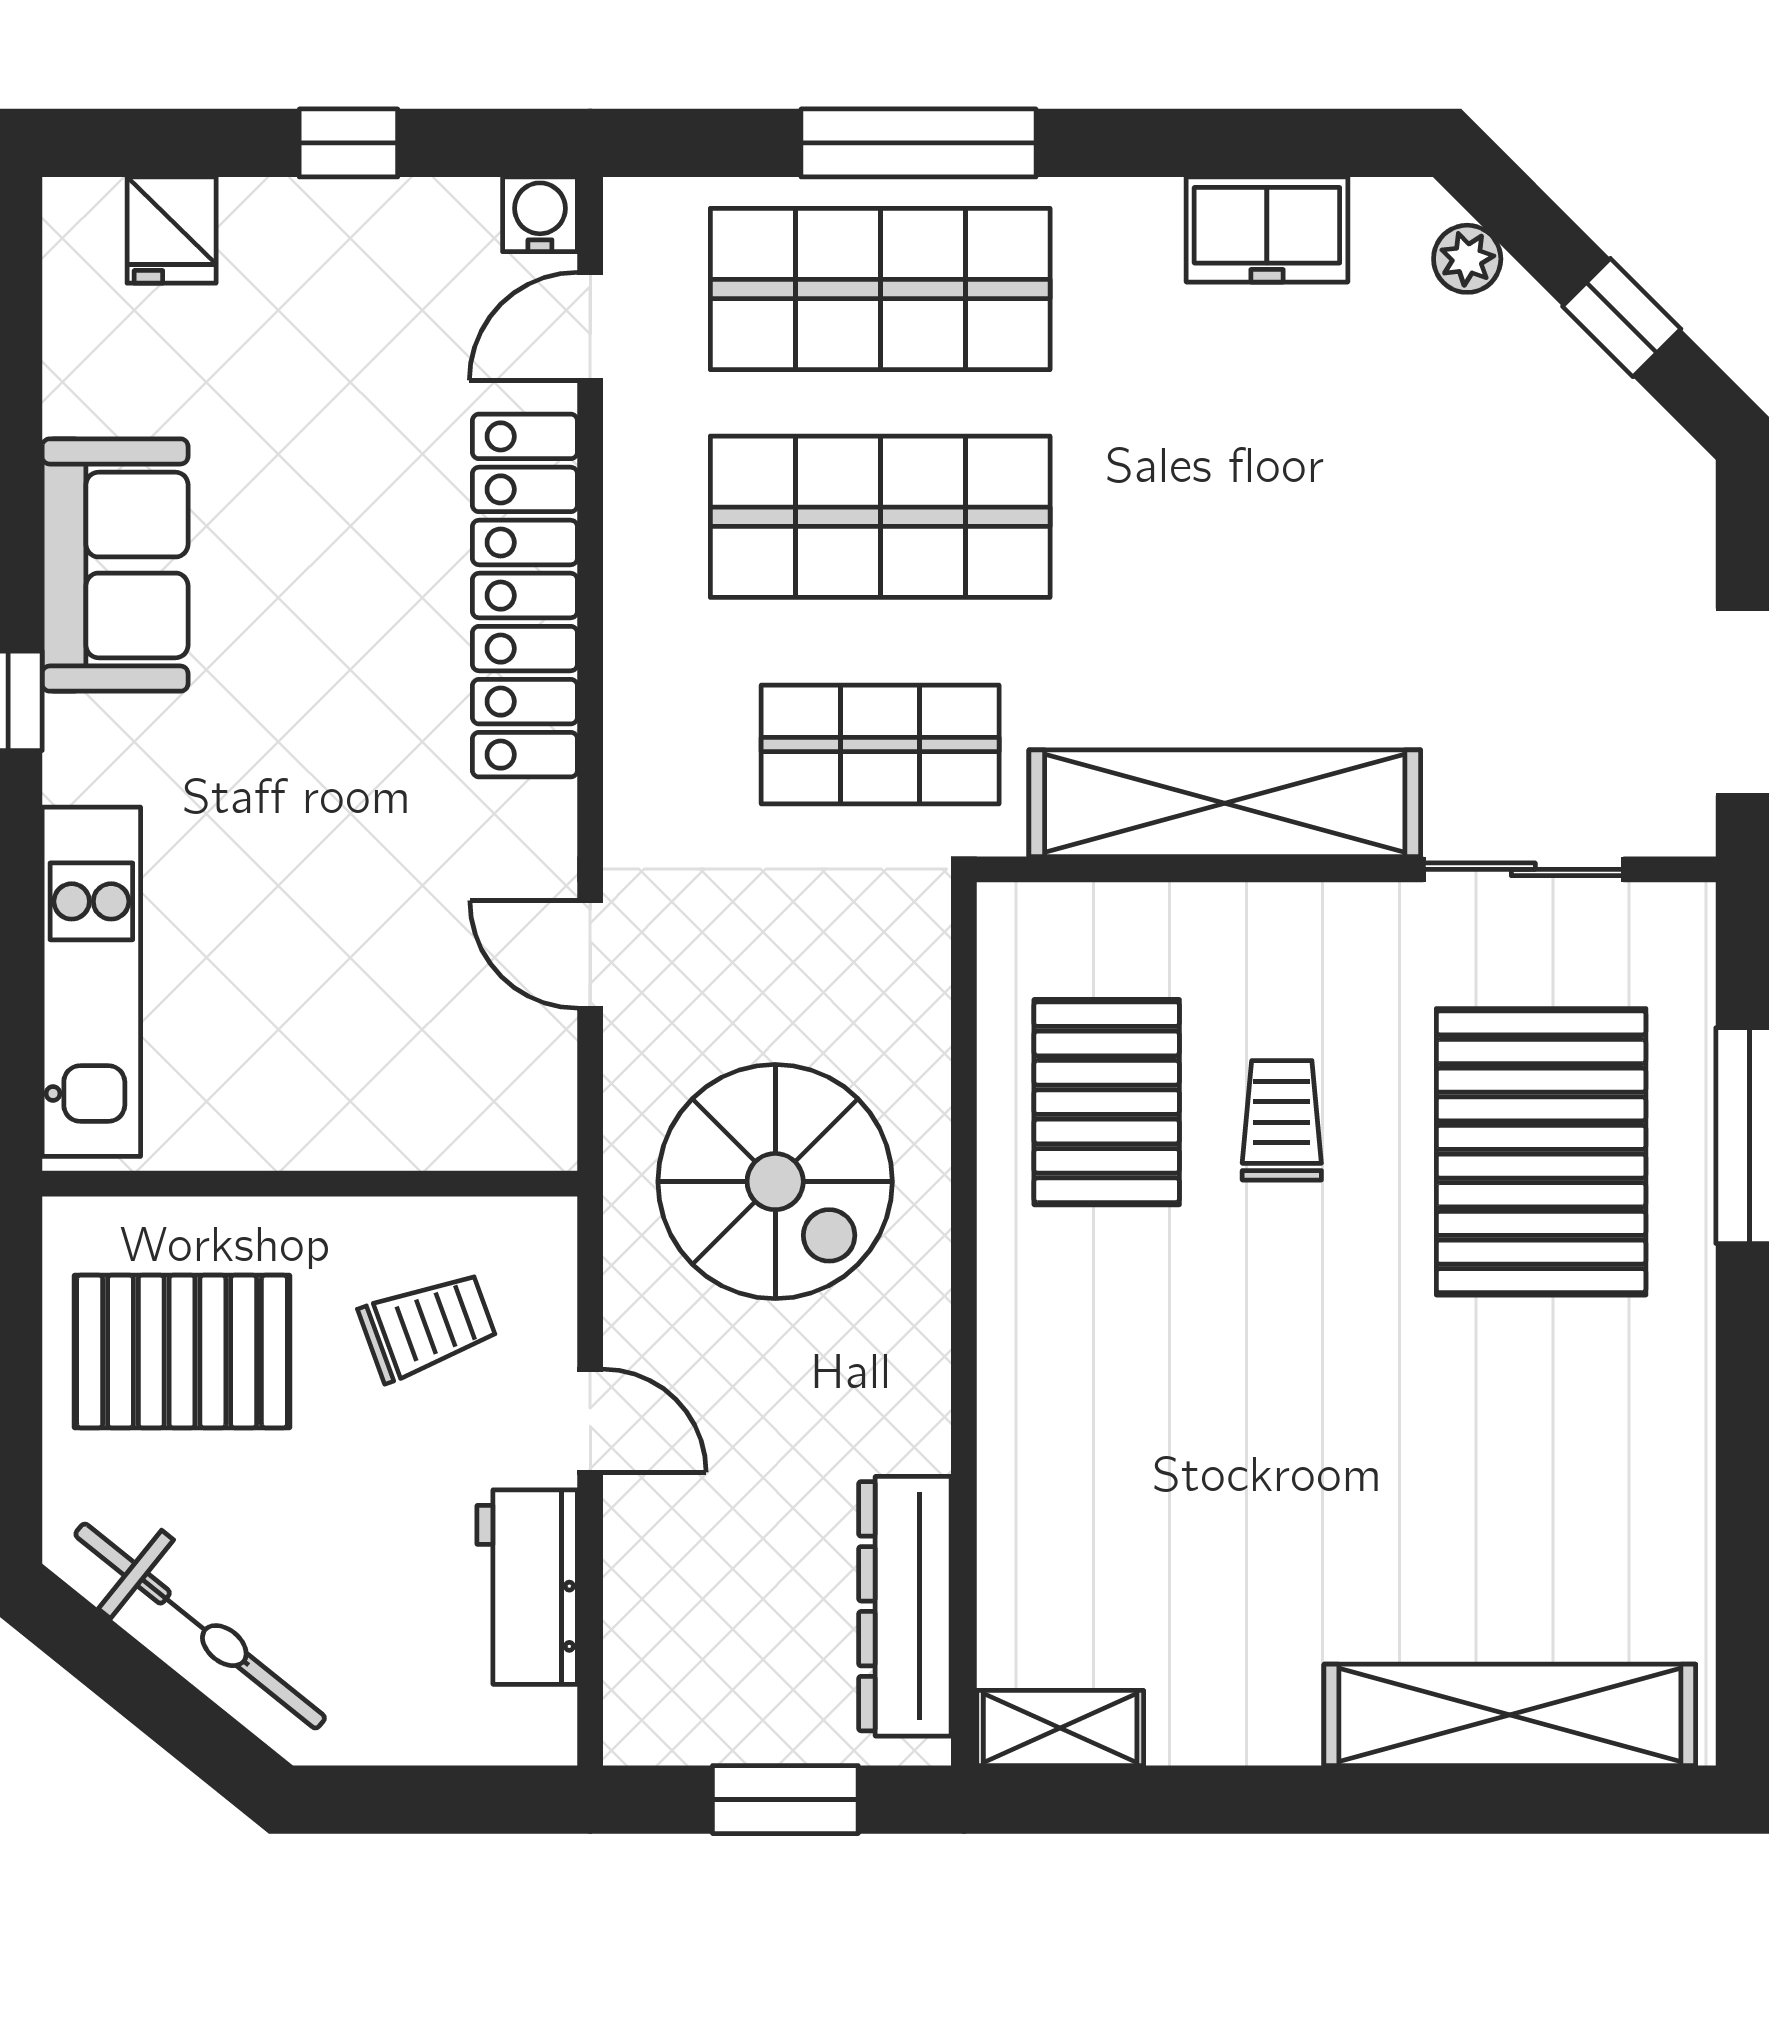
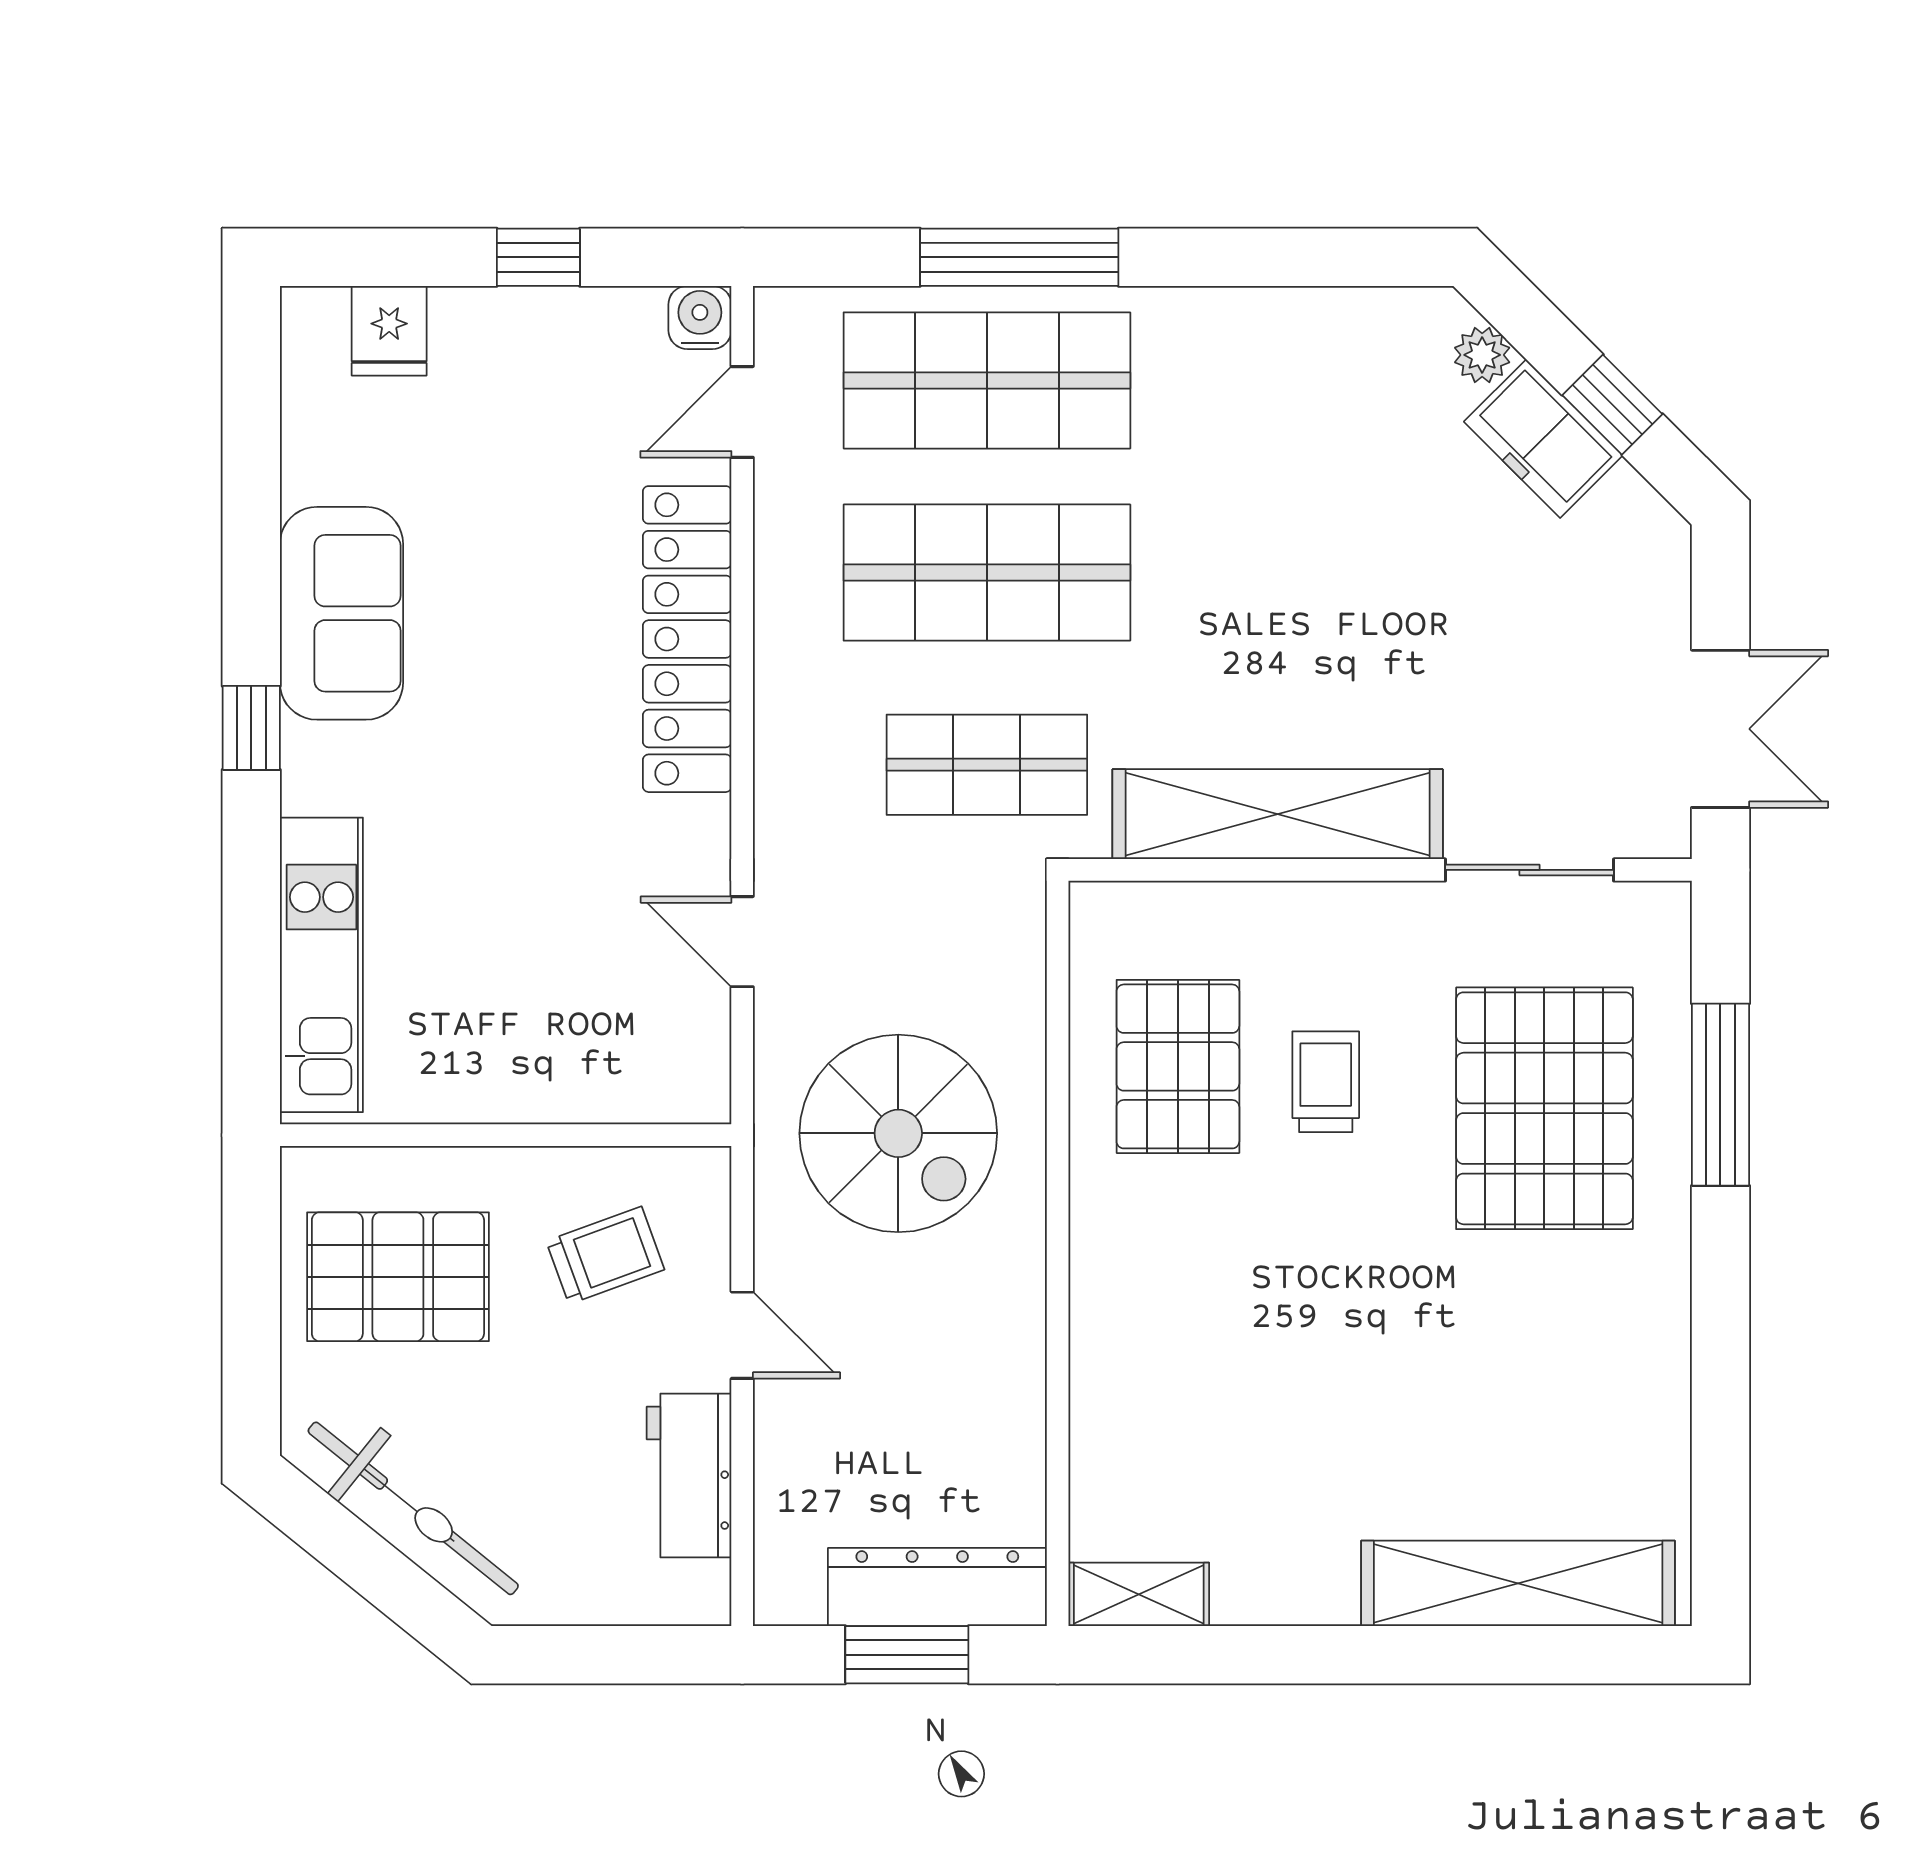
freezer: (1267, 229) -> (1543, 439), moved, turned 45
dresser: (905, 1606) -> (937, 1587), moved, turned 90

